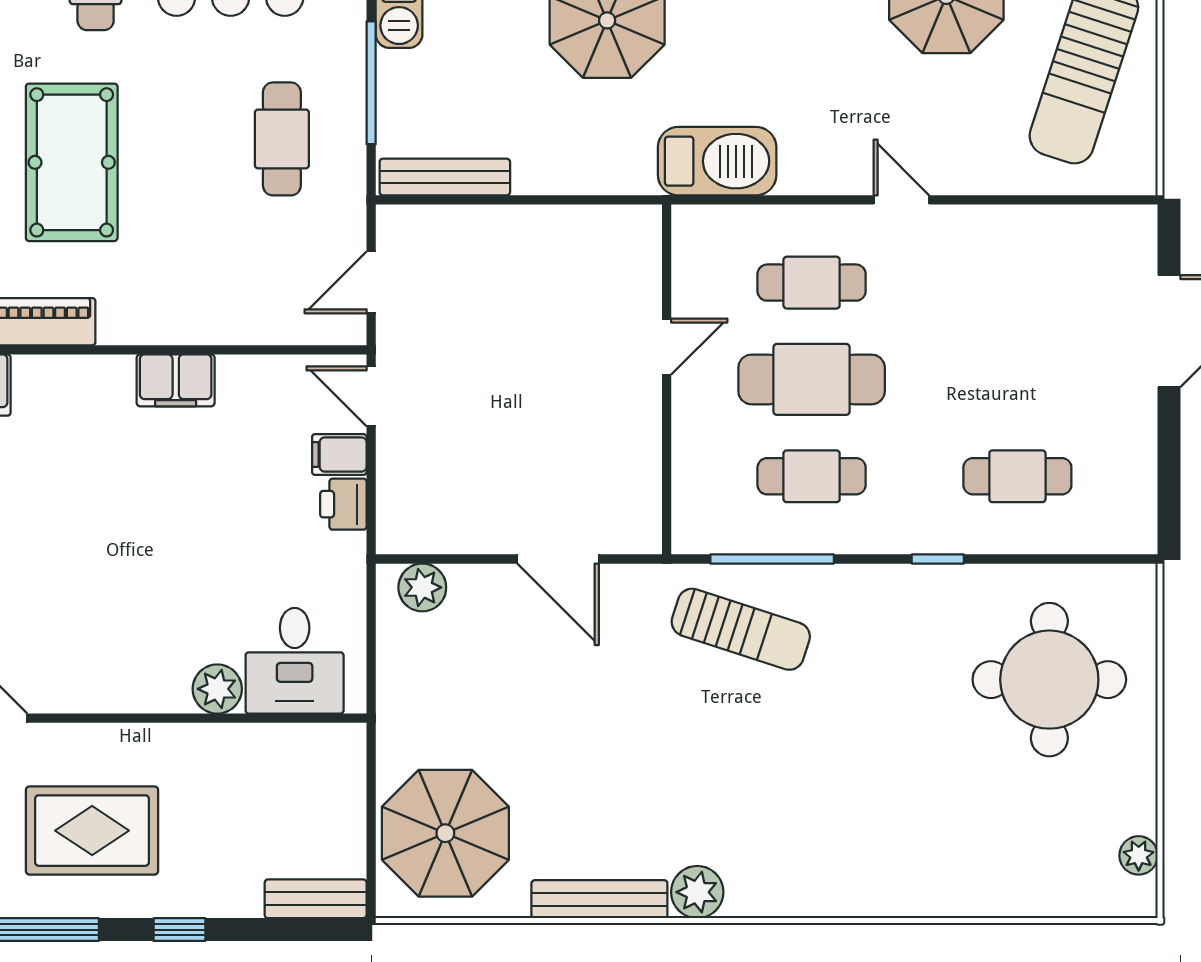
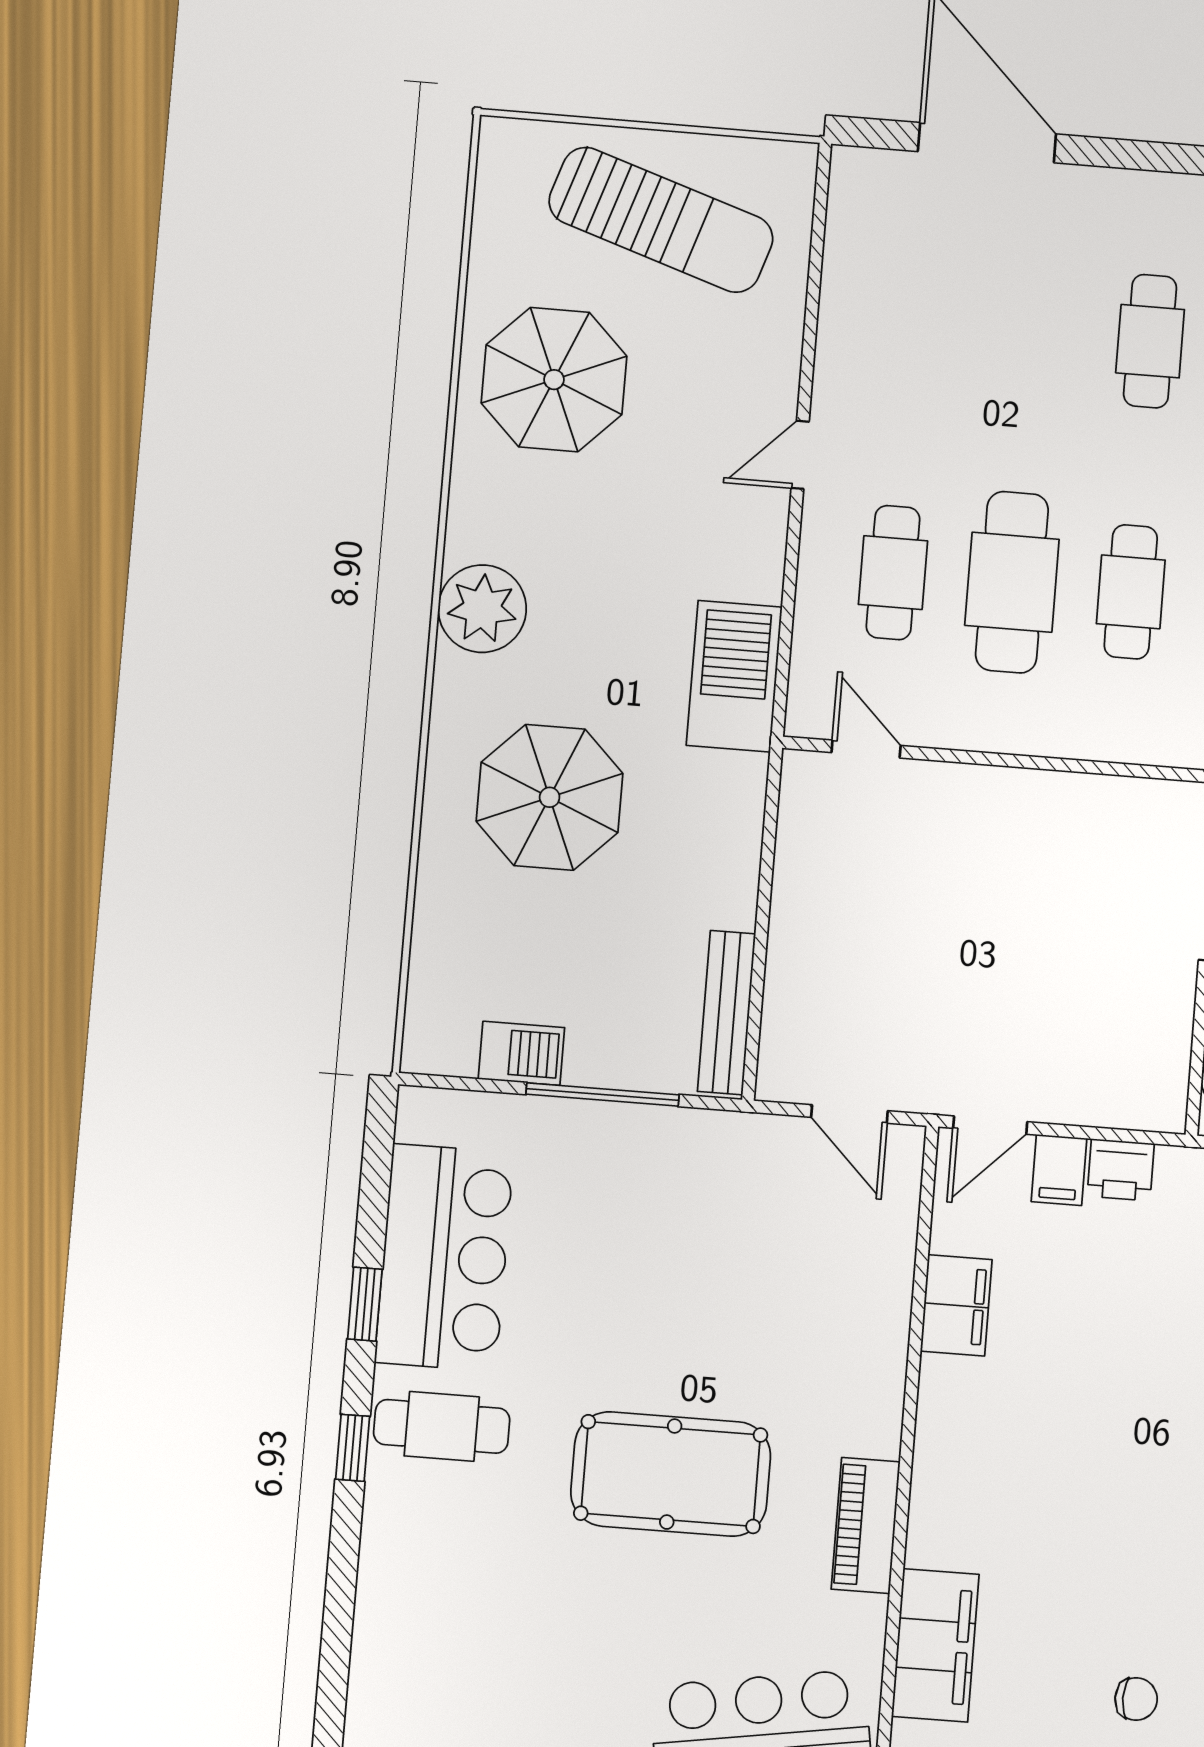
cafe table: (282, 139) -> (663, 1210), removed
door: (667, 347) -> (866, 749), moved
filing cabinet: (176, 380) -> (956, 1305), moved

